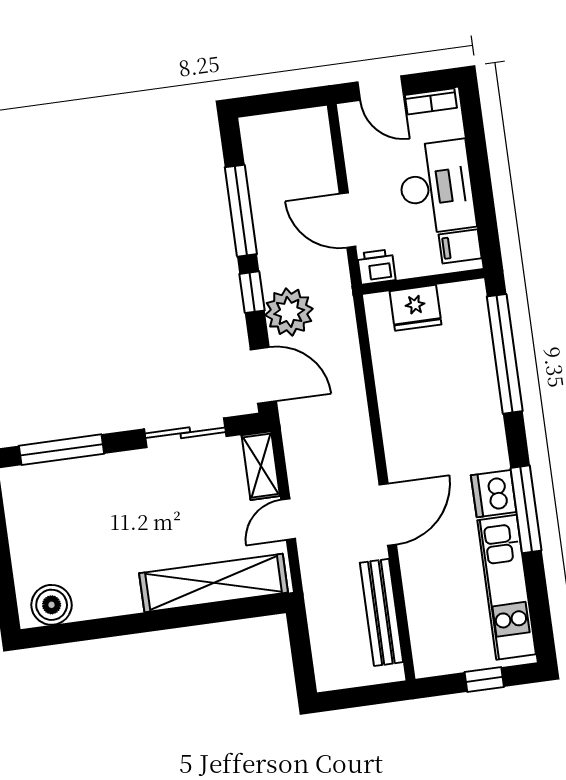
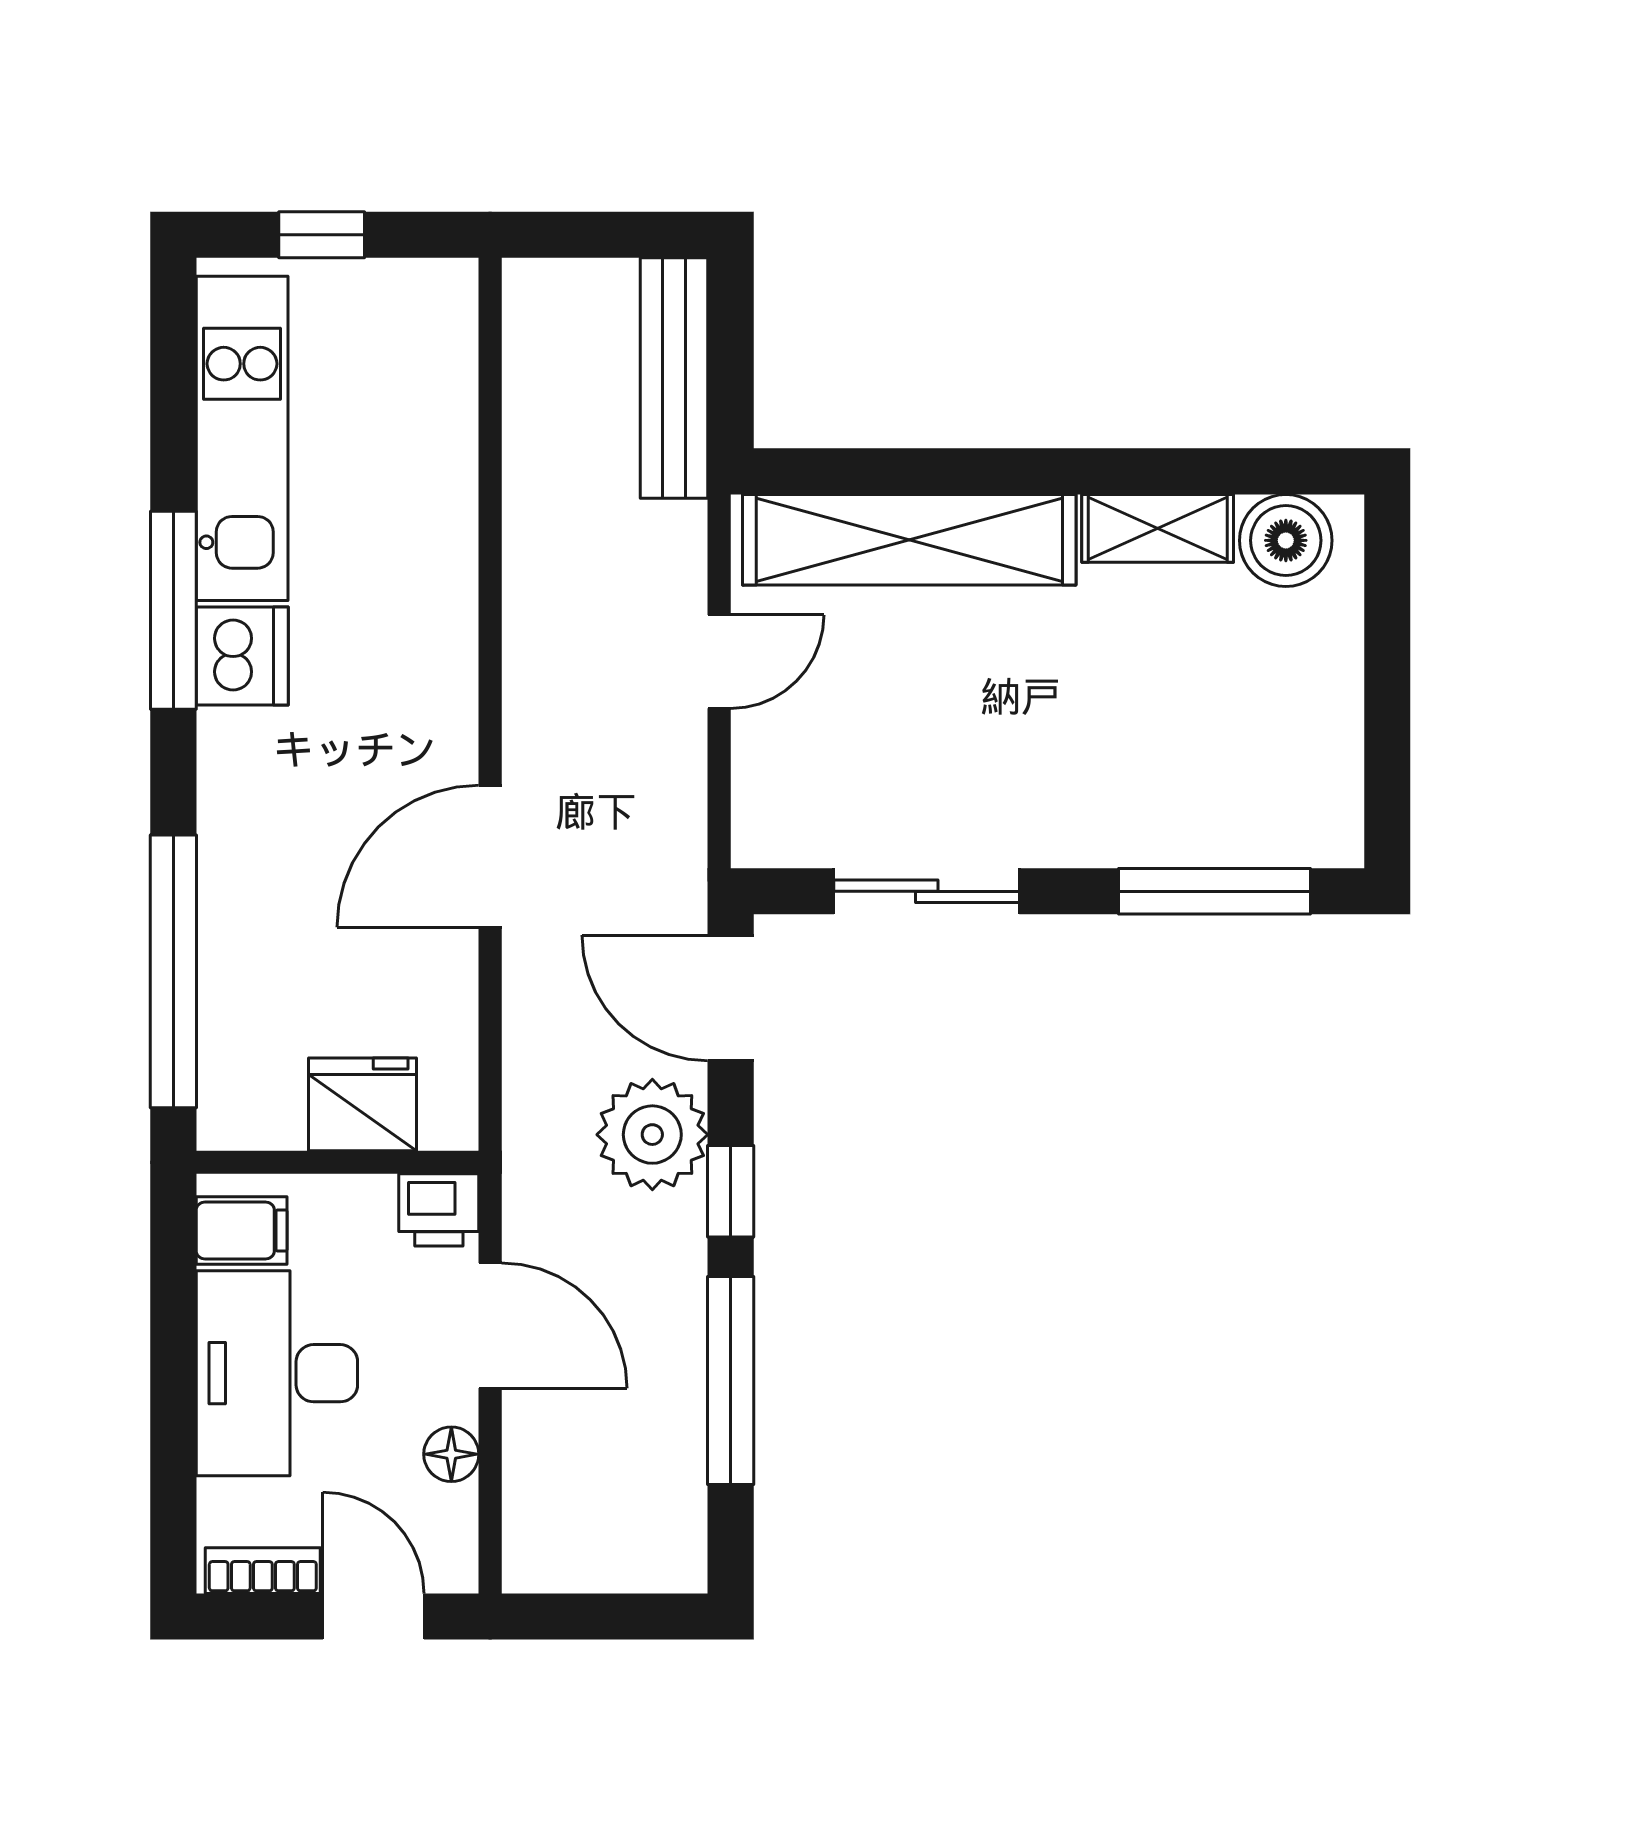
floor lamp: (357, 163) -> (451, 1454), added
shelving: (261, 466) -> (1158, 528), moved, turned 90
door: (388, 515) -> (490, 856), moved
bench: (381, 612) -> (674, 378), moved

